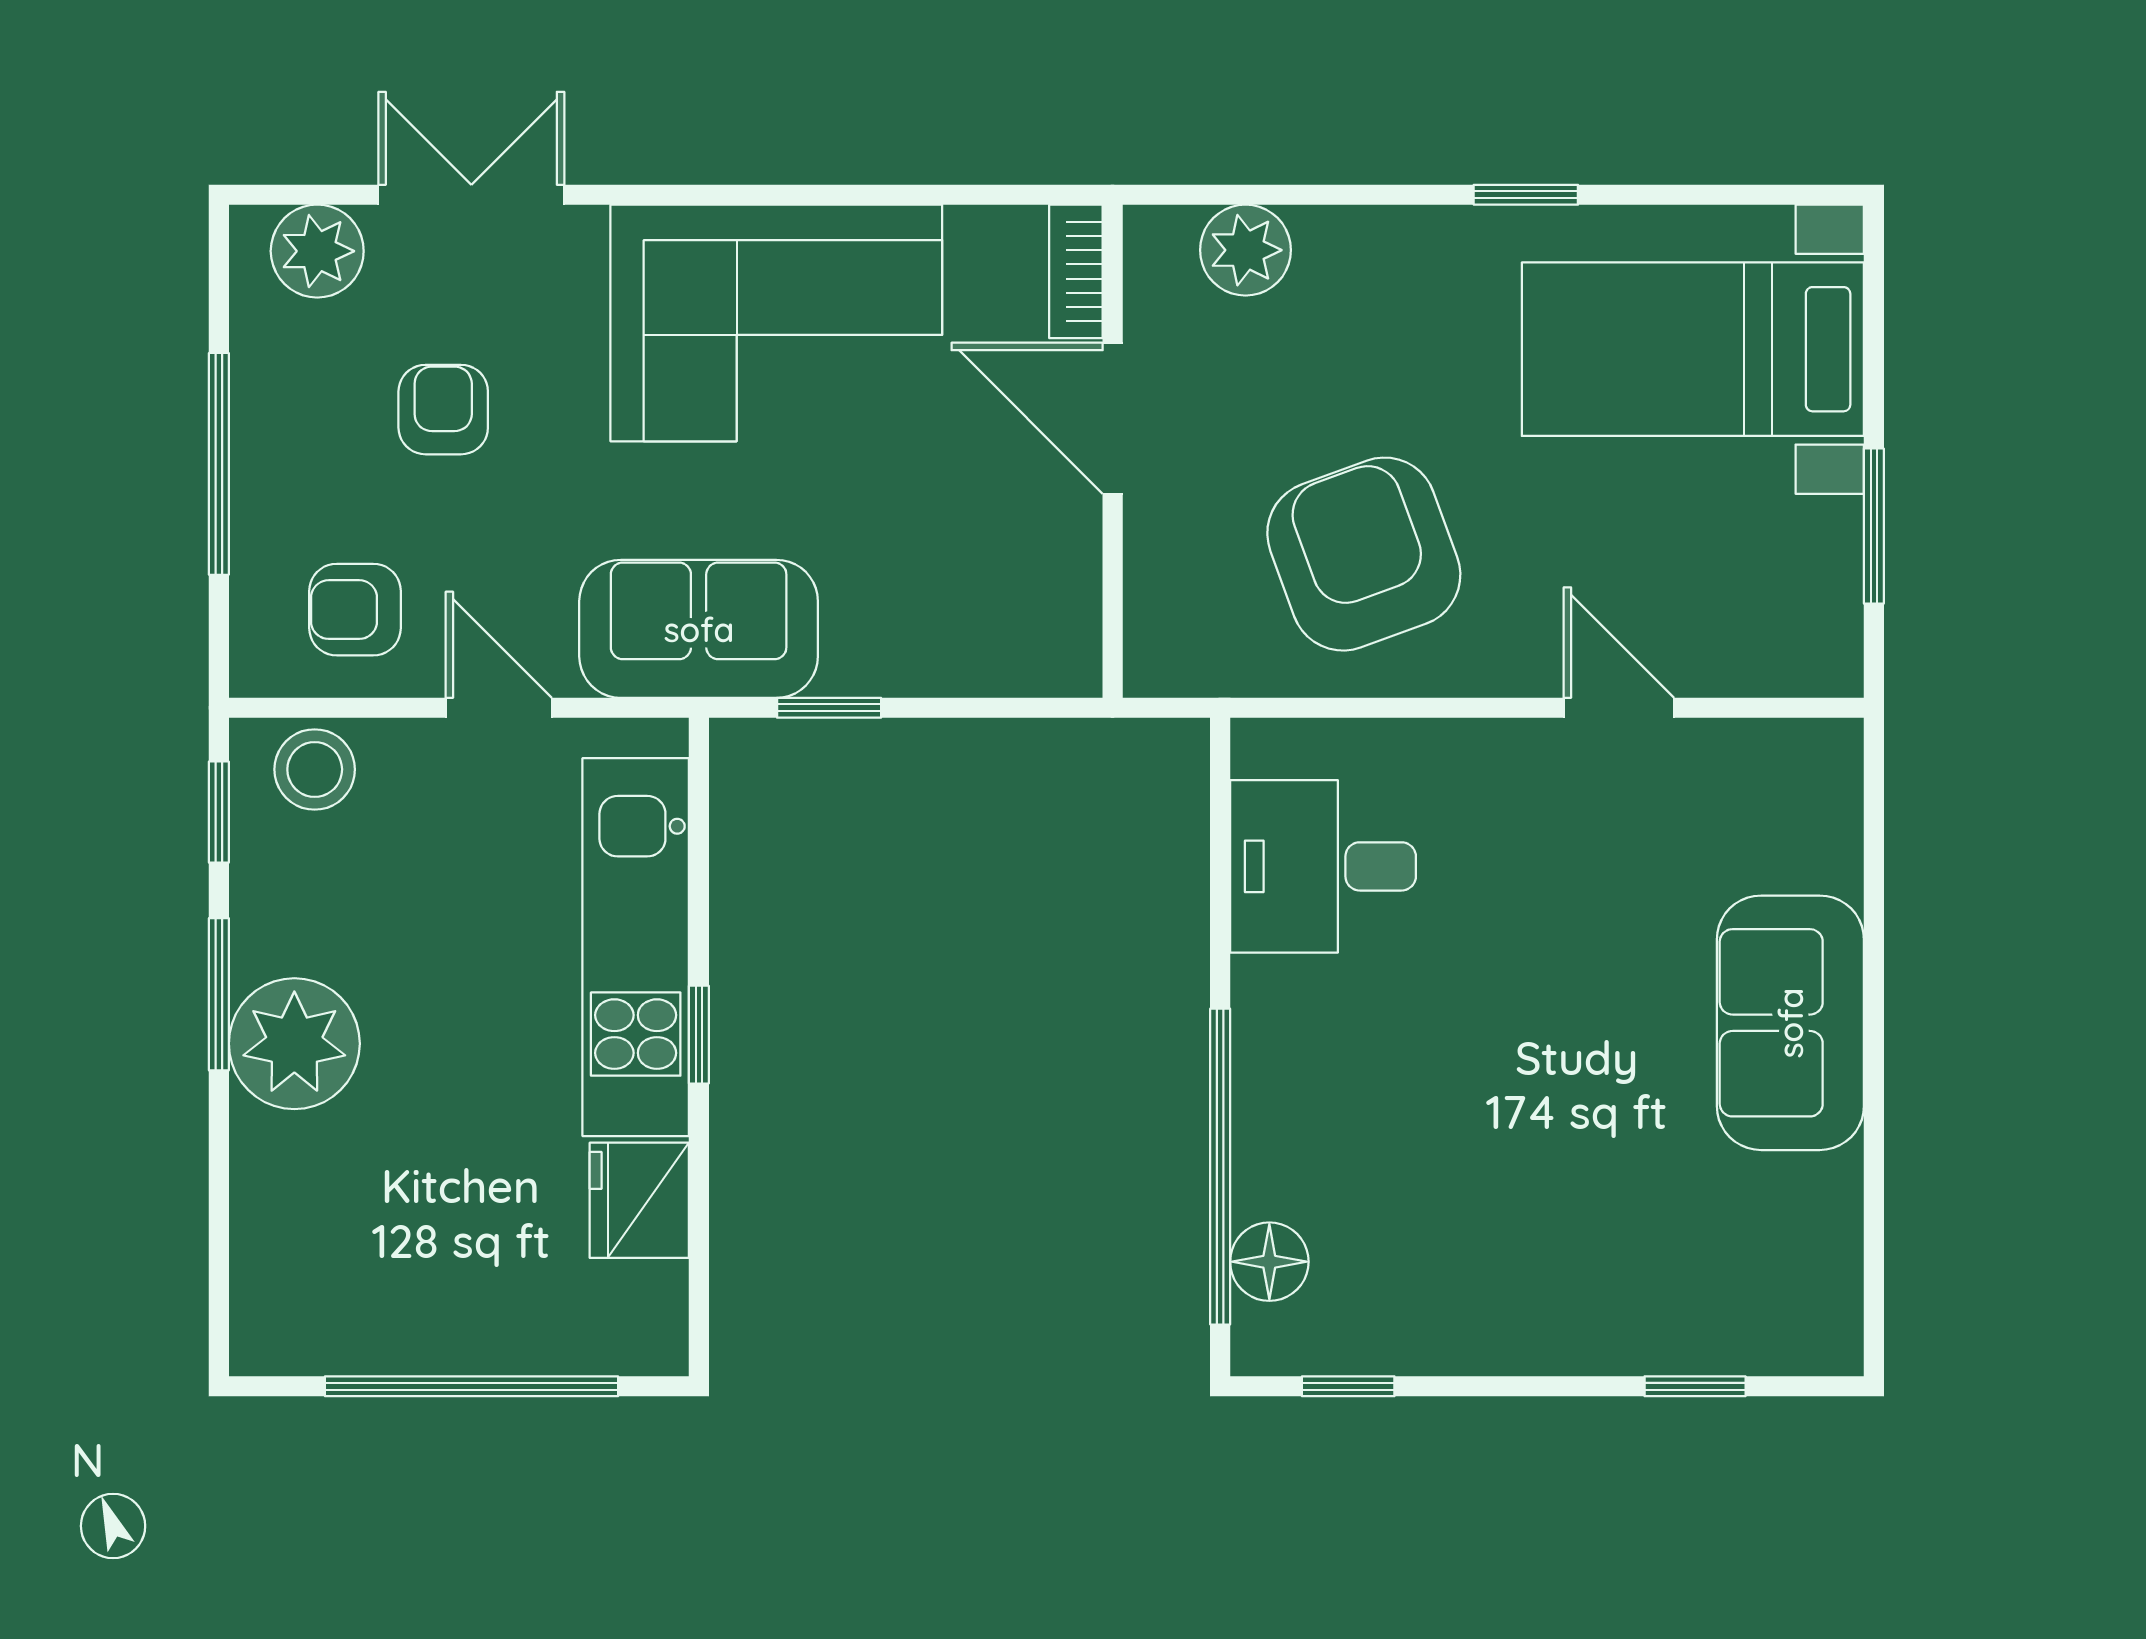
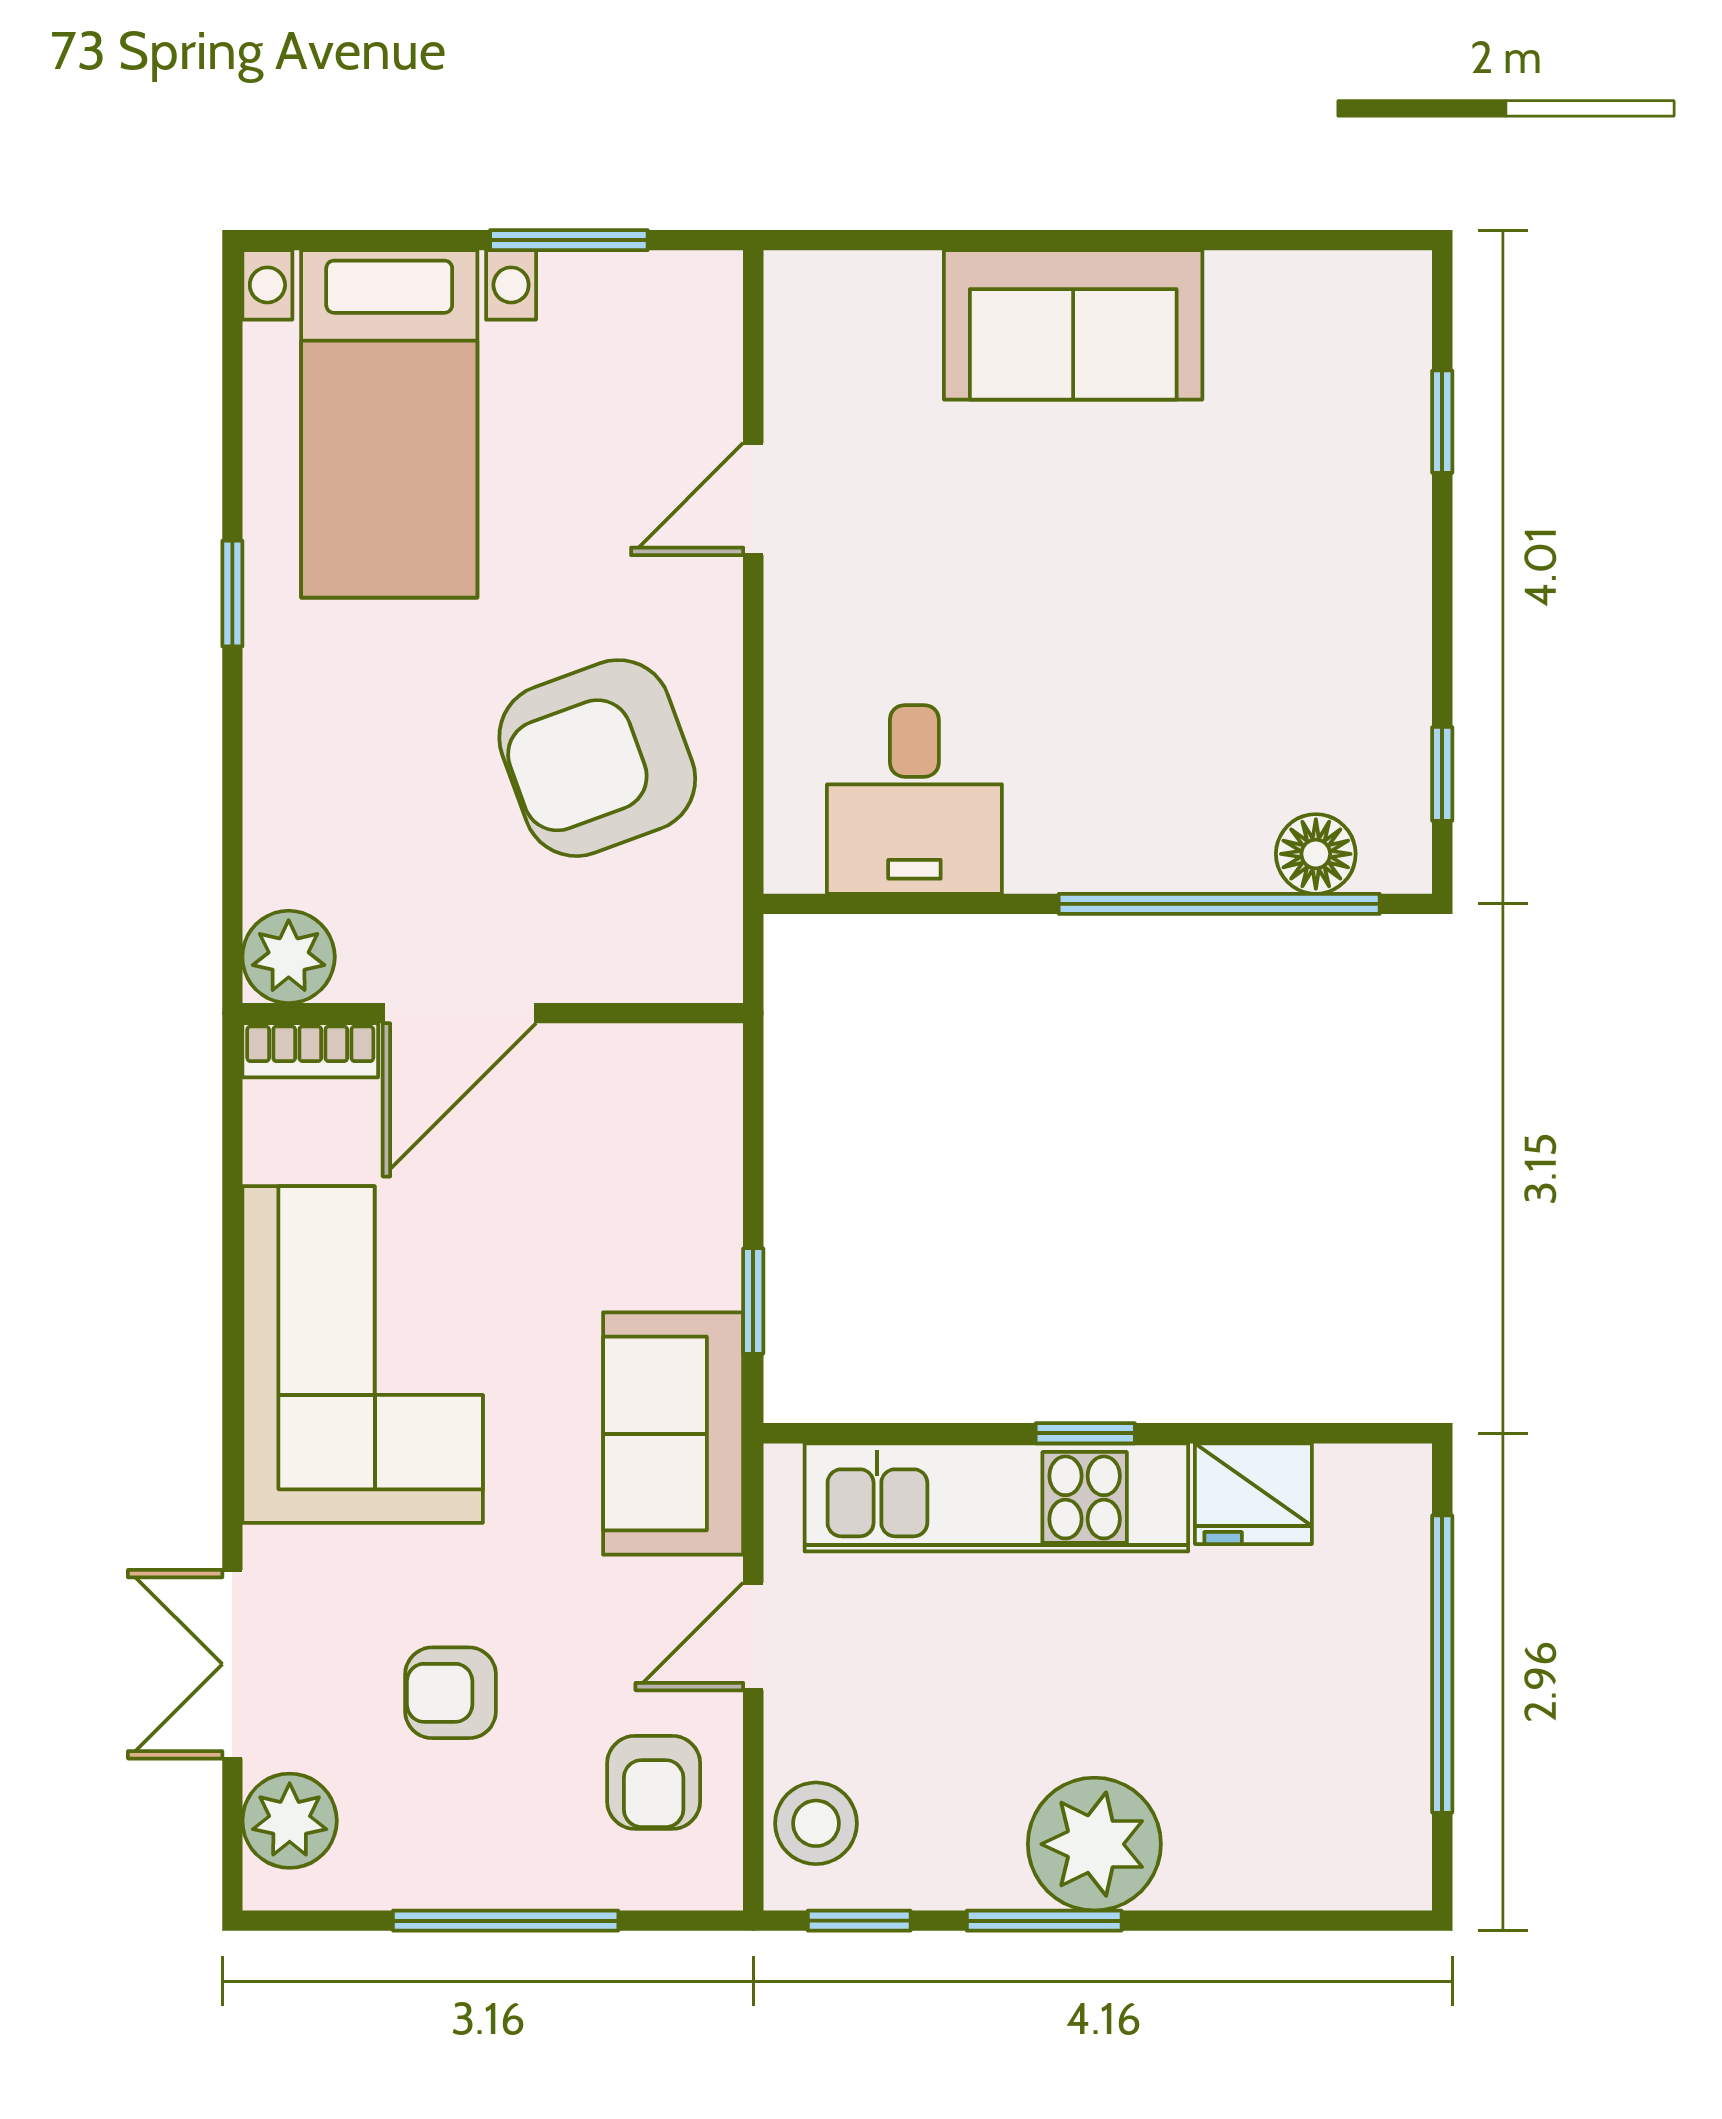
plant: (1245, 250) -> (289, 957), moved

